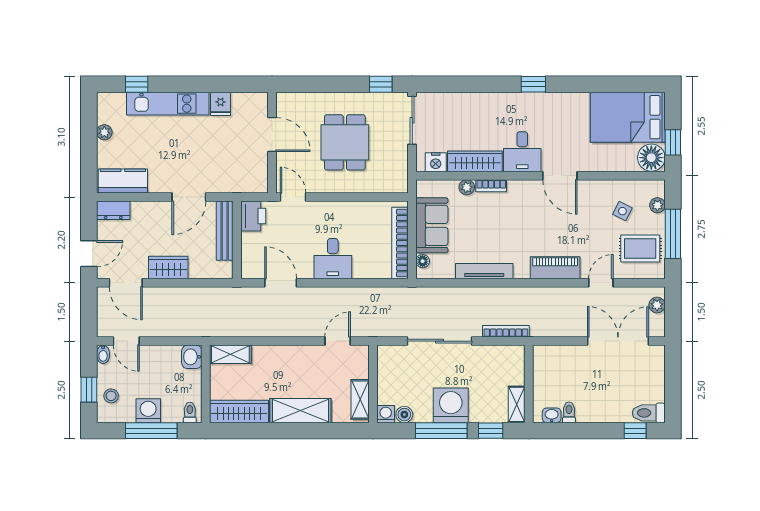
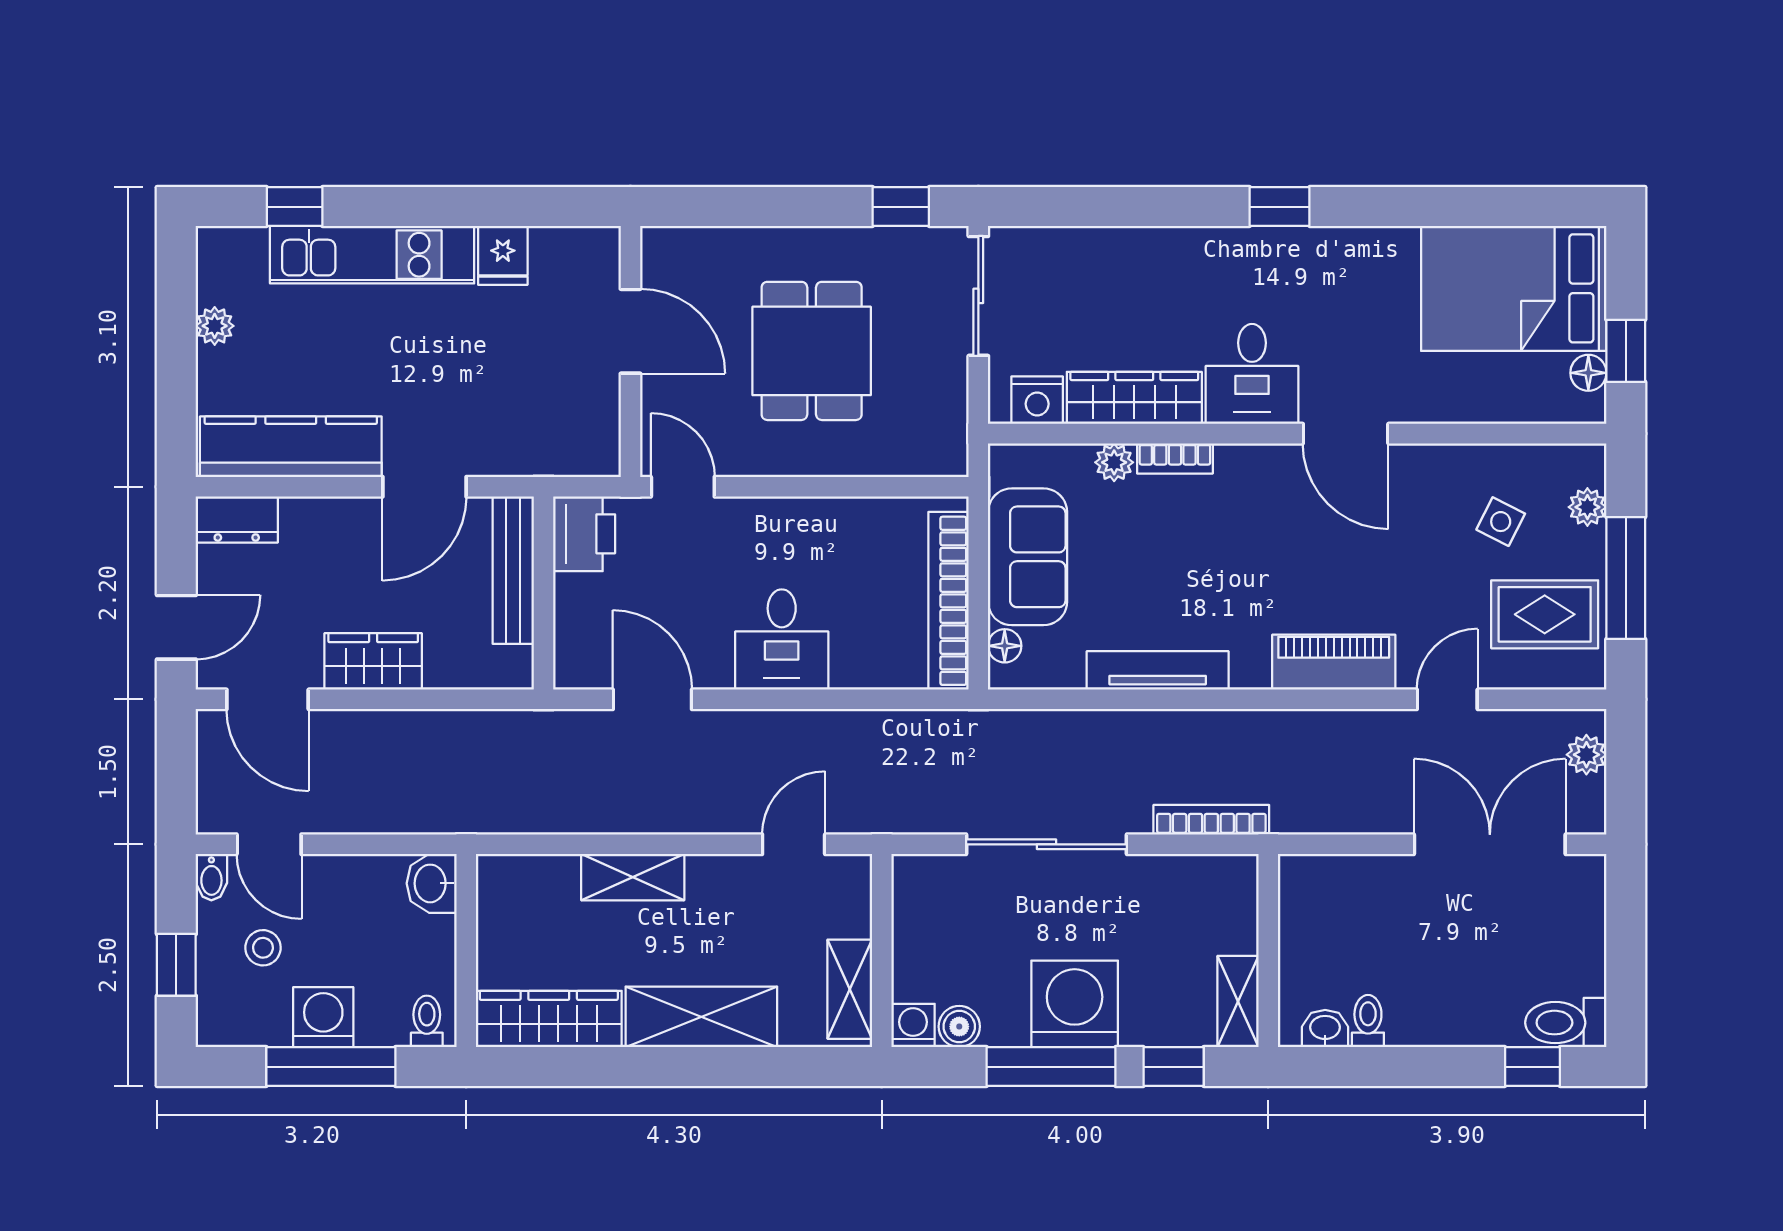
floor lamp: (651, 158) -> (1588, 373), width x0.53, depth x0.53
kitchen counter: (123, 181) -> (291, 447), width x1.50
shelving: (230, 354) -> (633, 877), moved
stool: (111, 396) -> (263, 948), moved

